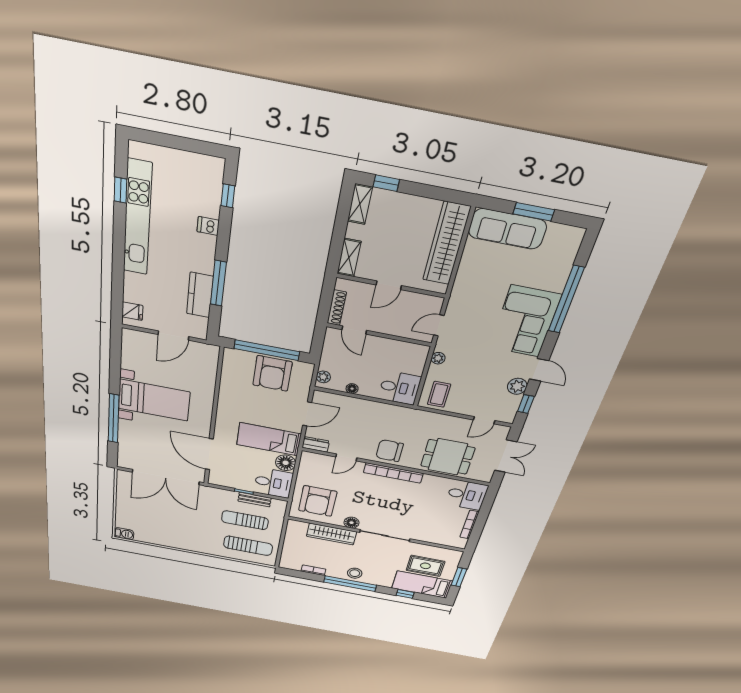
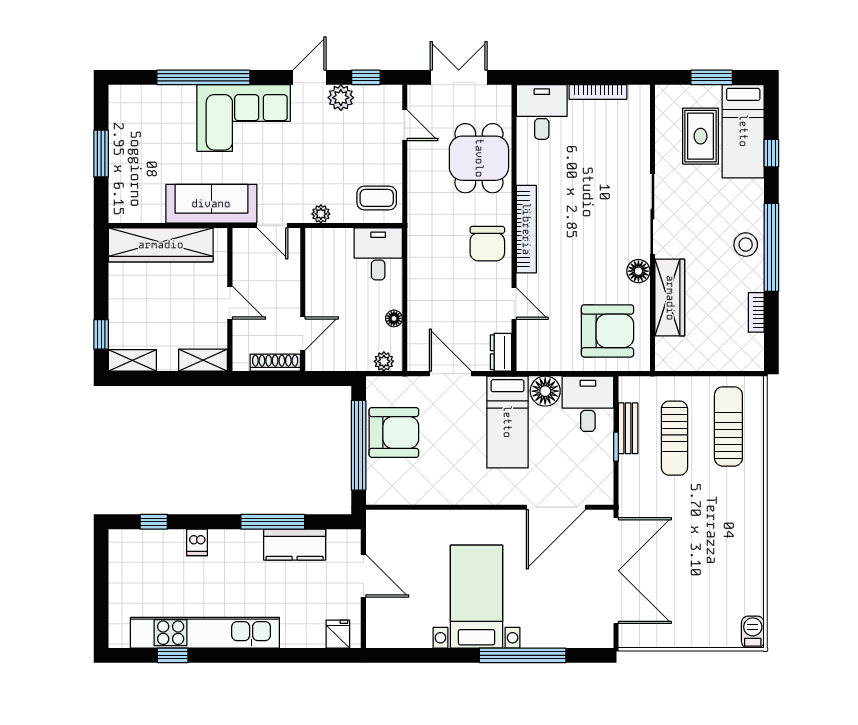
sofa: (507, 229) -> (211, 204), moved, turned -90

